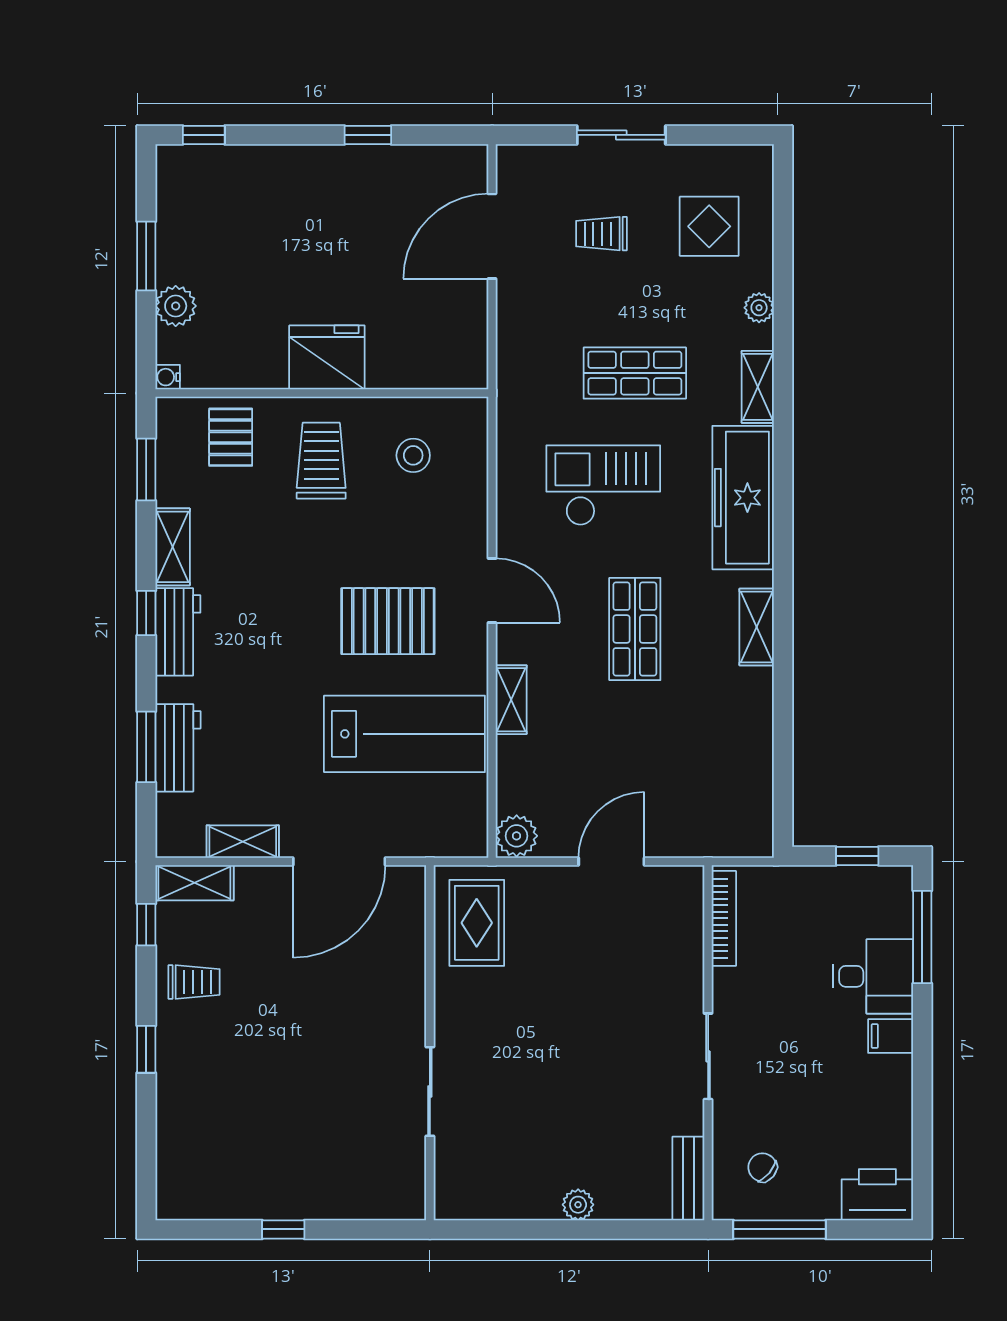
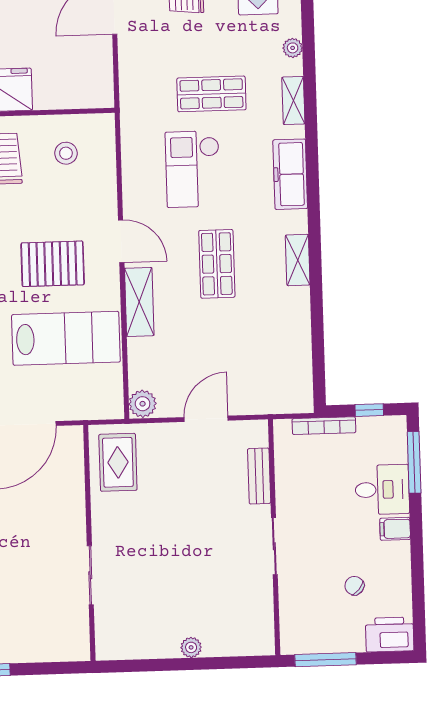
checkout: (603, 485) -> (193, 169), turned -90
freezer: (743, 498) -> (290, 174), width x0.73, depth x0.79
shelving: (511, 700) -> (139, 302), width x1.50, depth x1.33
bookcase: (724, 918) -> (324, 426), moved, turned 90
chair: (762, 1167) -> (354, 586), moved
bench: (688, 1178) -> (259, 476), moved

